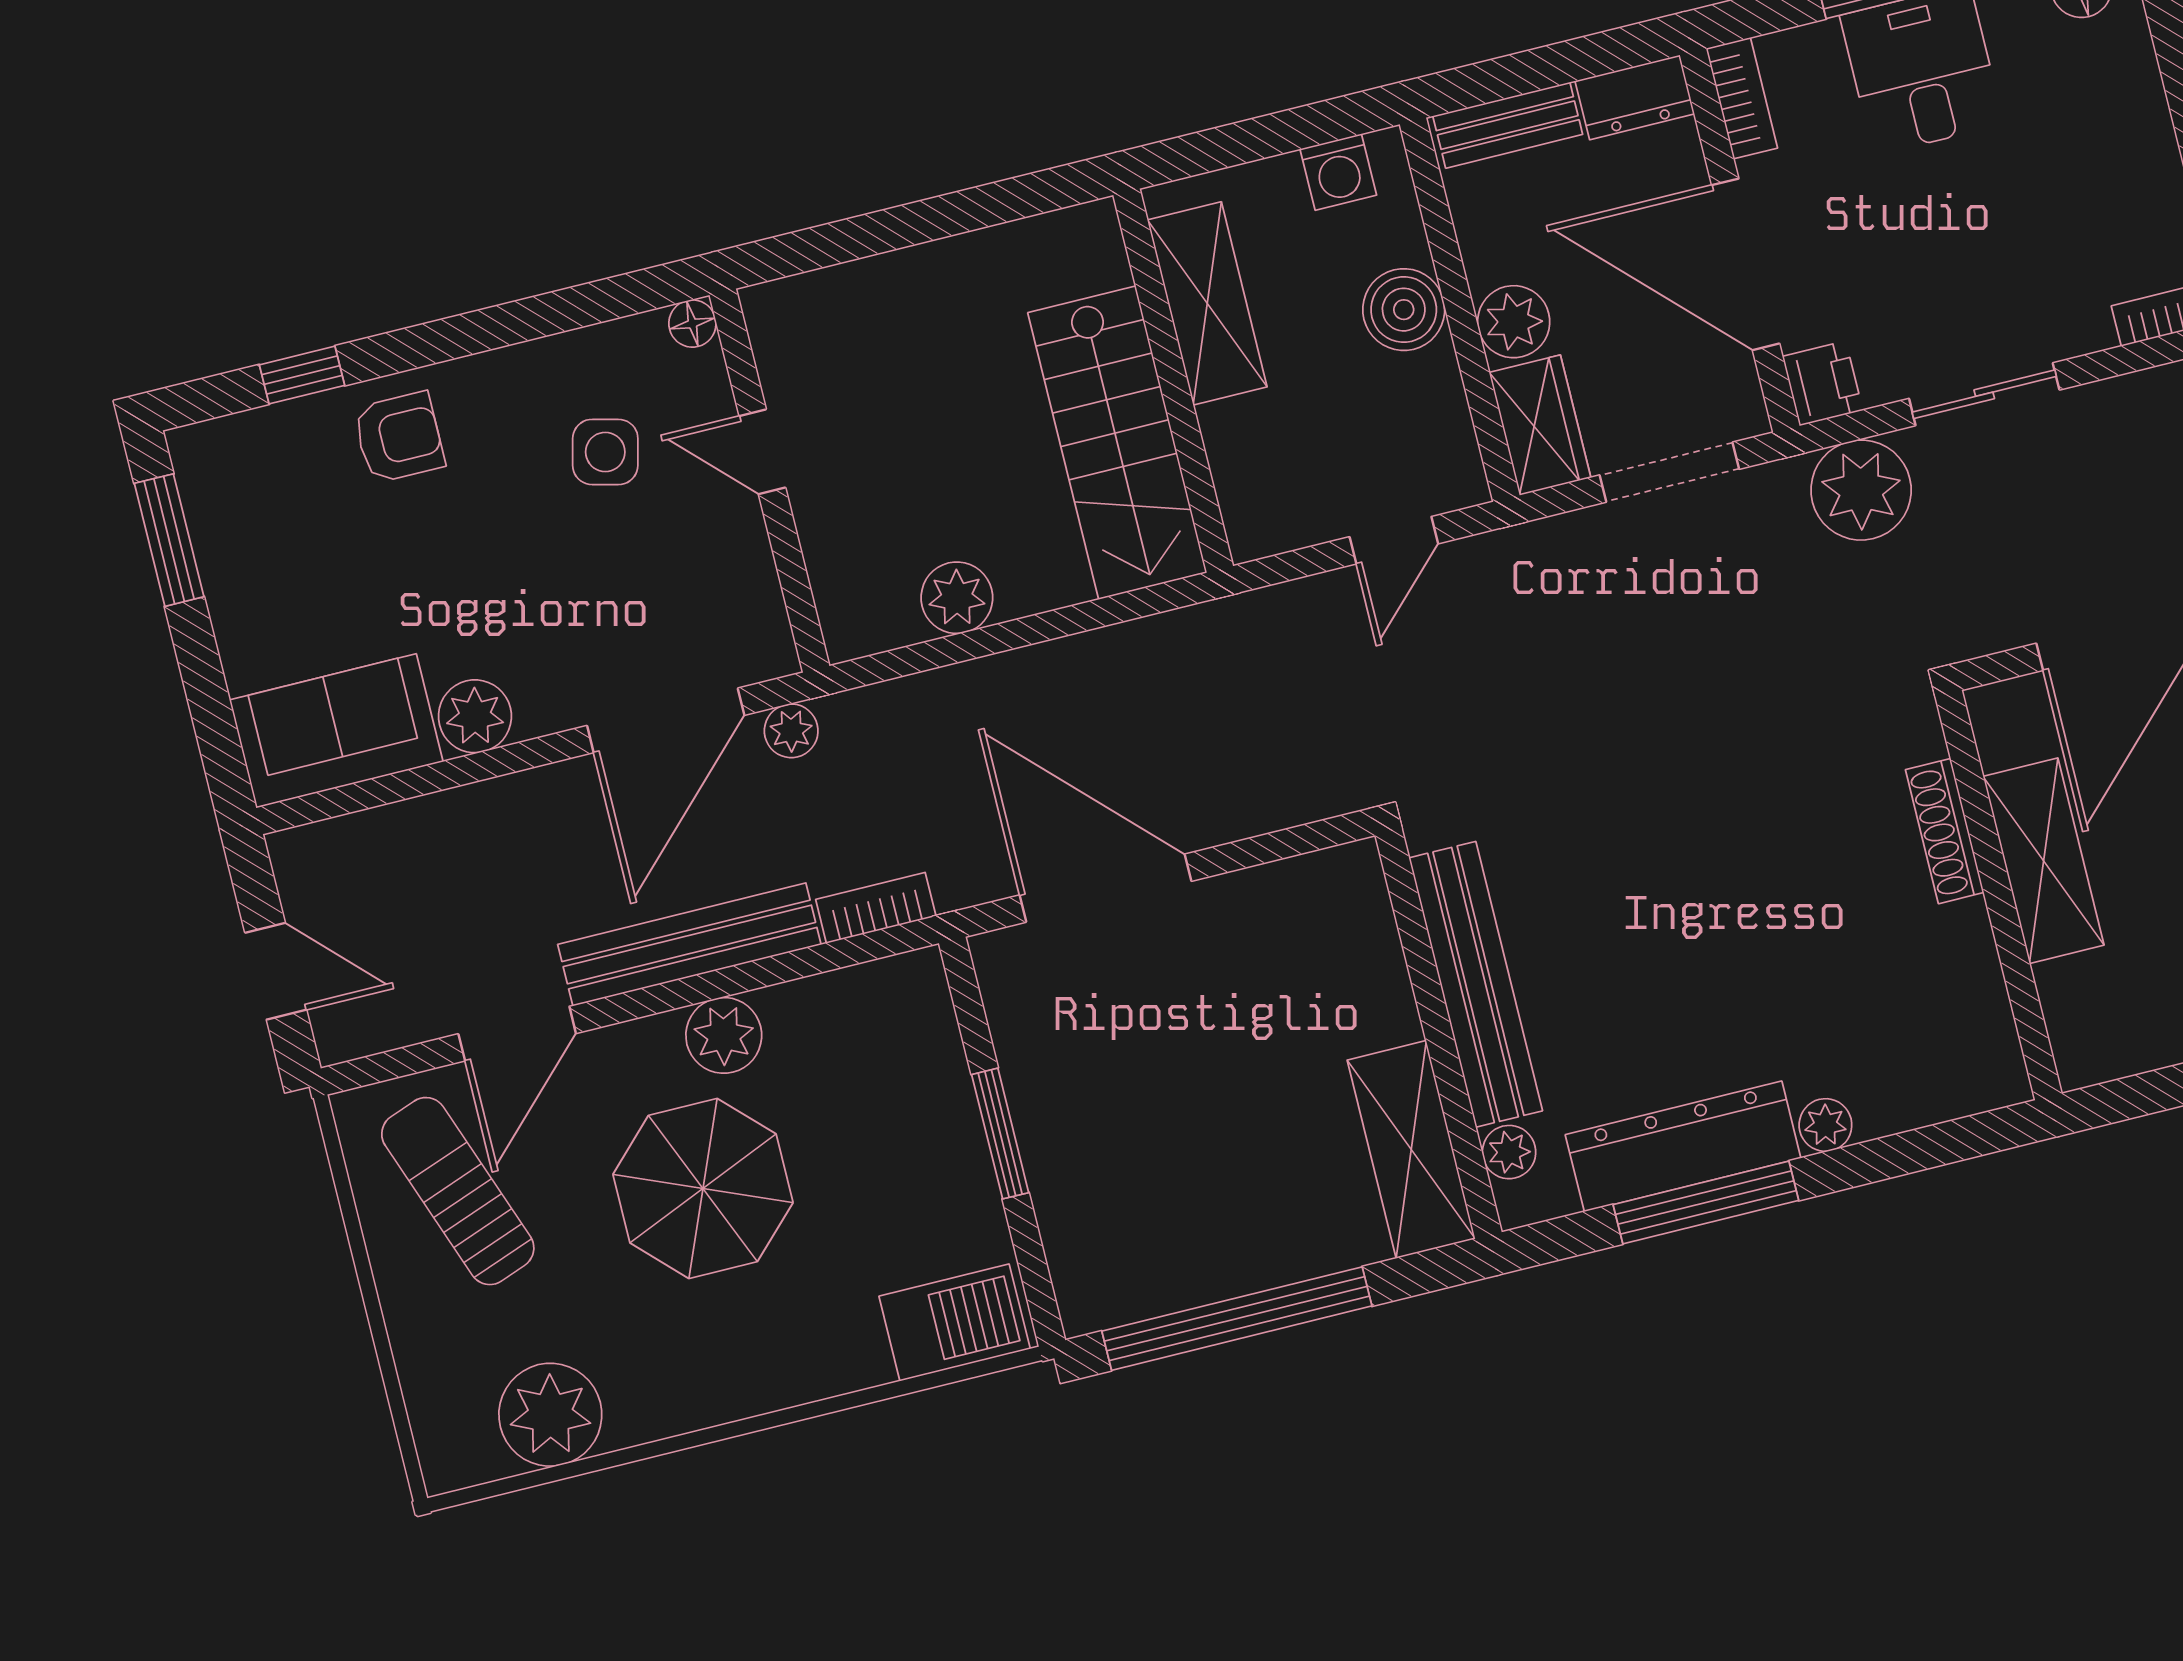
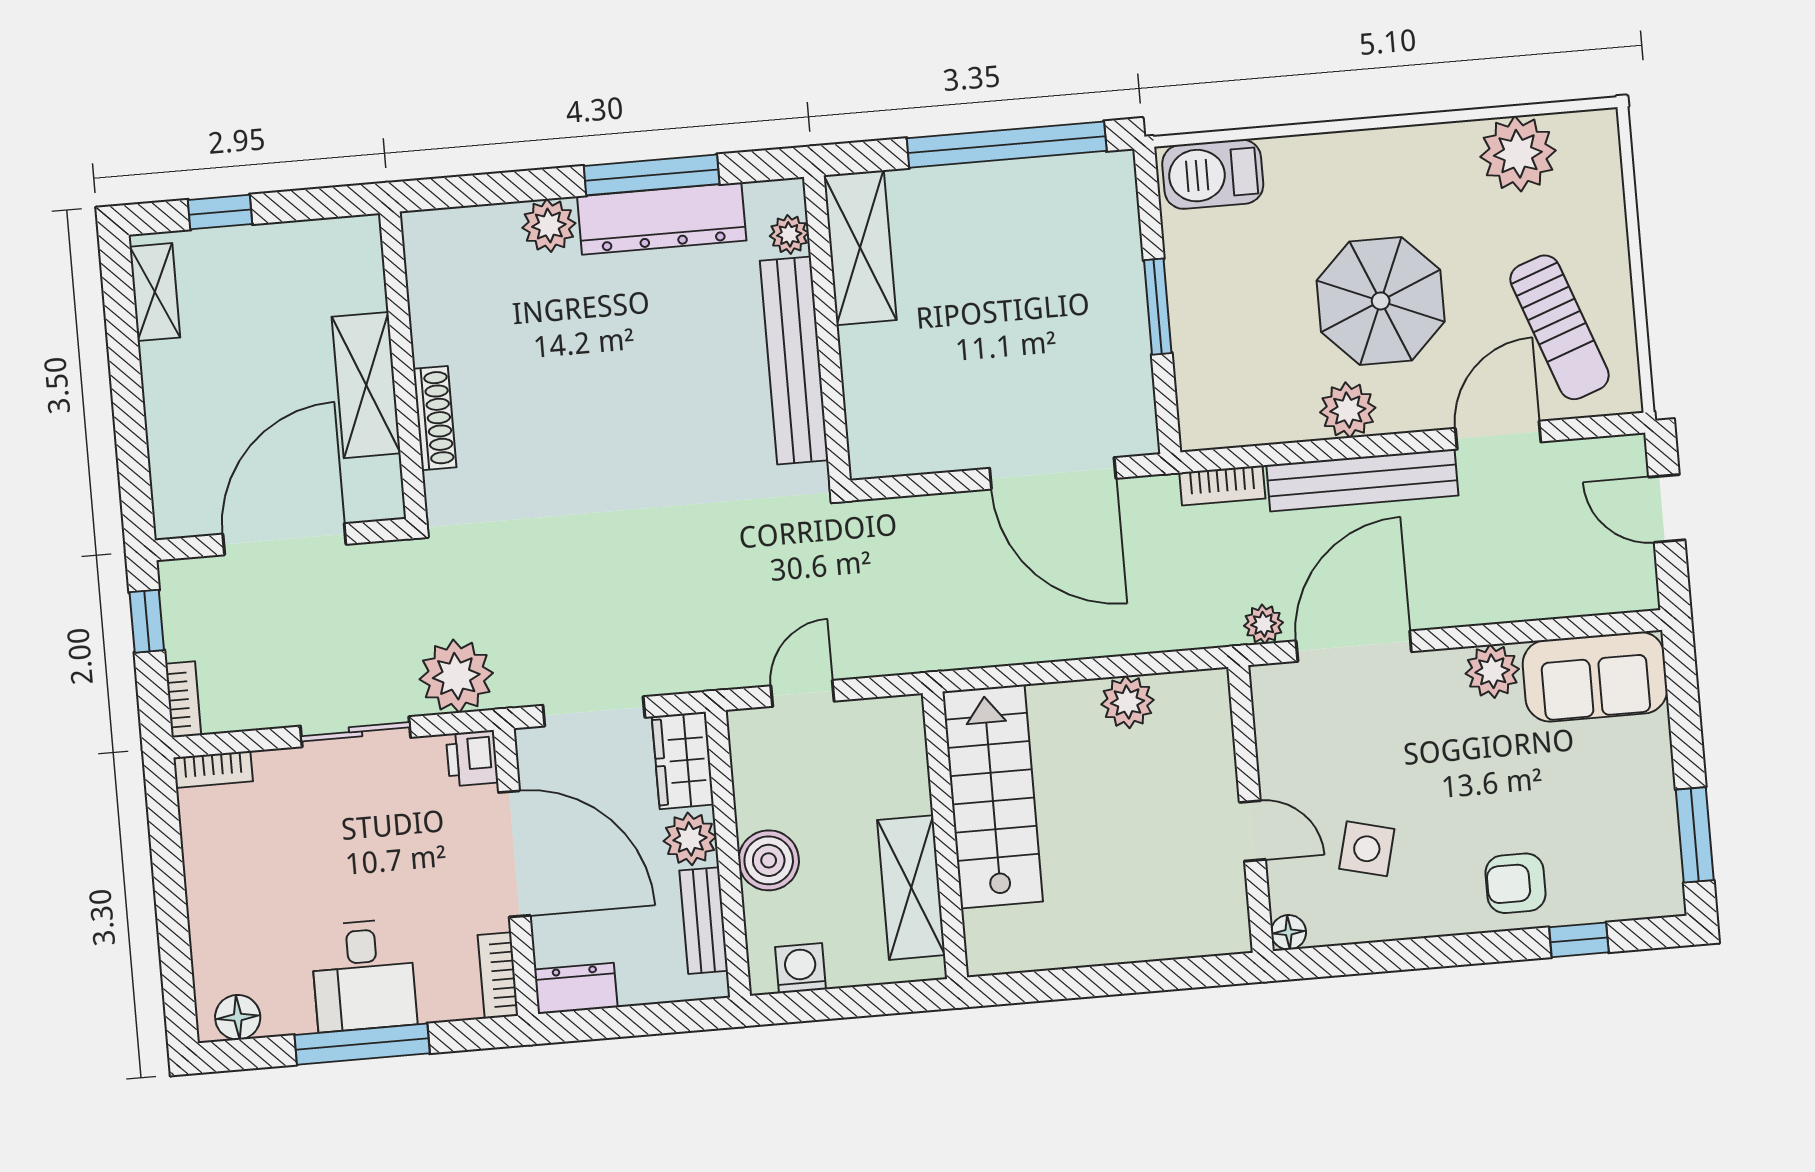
bench: (1508, 125) -> (704, 921), moved, turned 90
plant: (1825, 1125) -> (549, 226), width x1.38, depth x1.38

